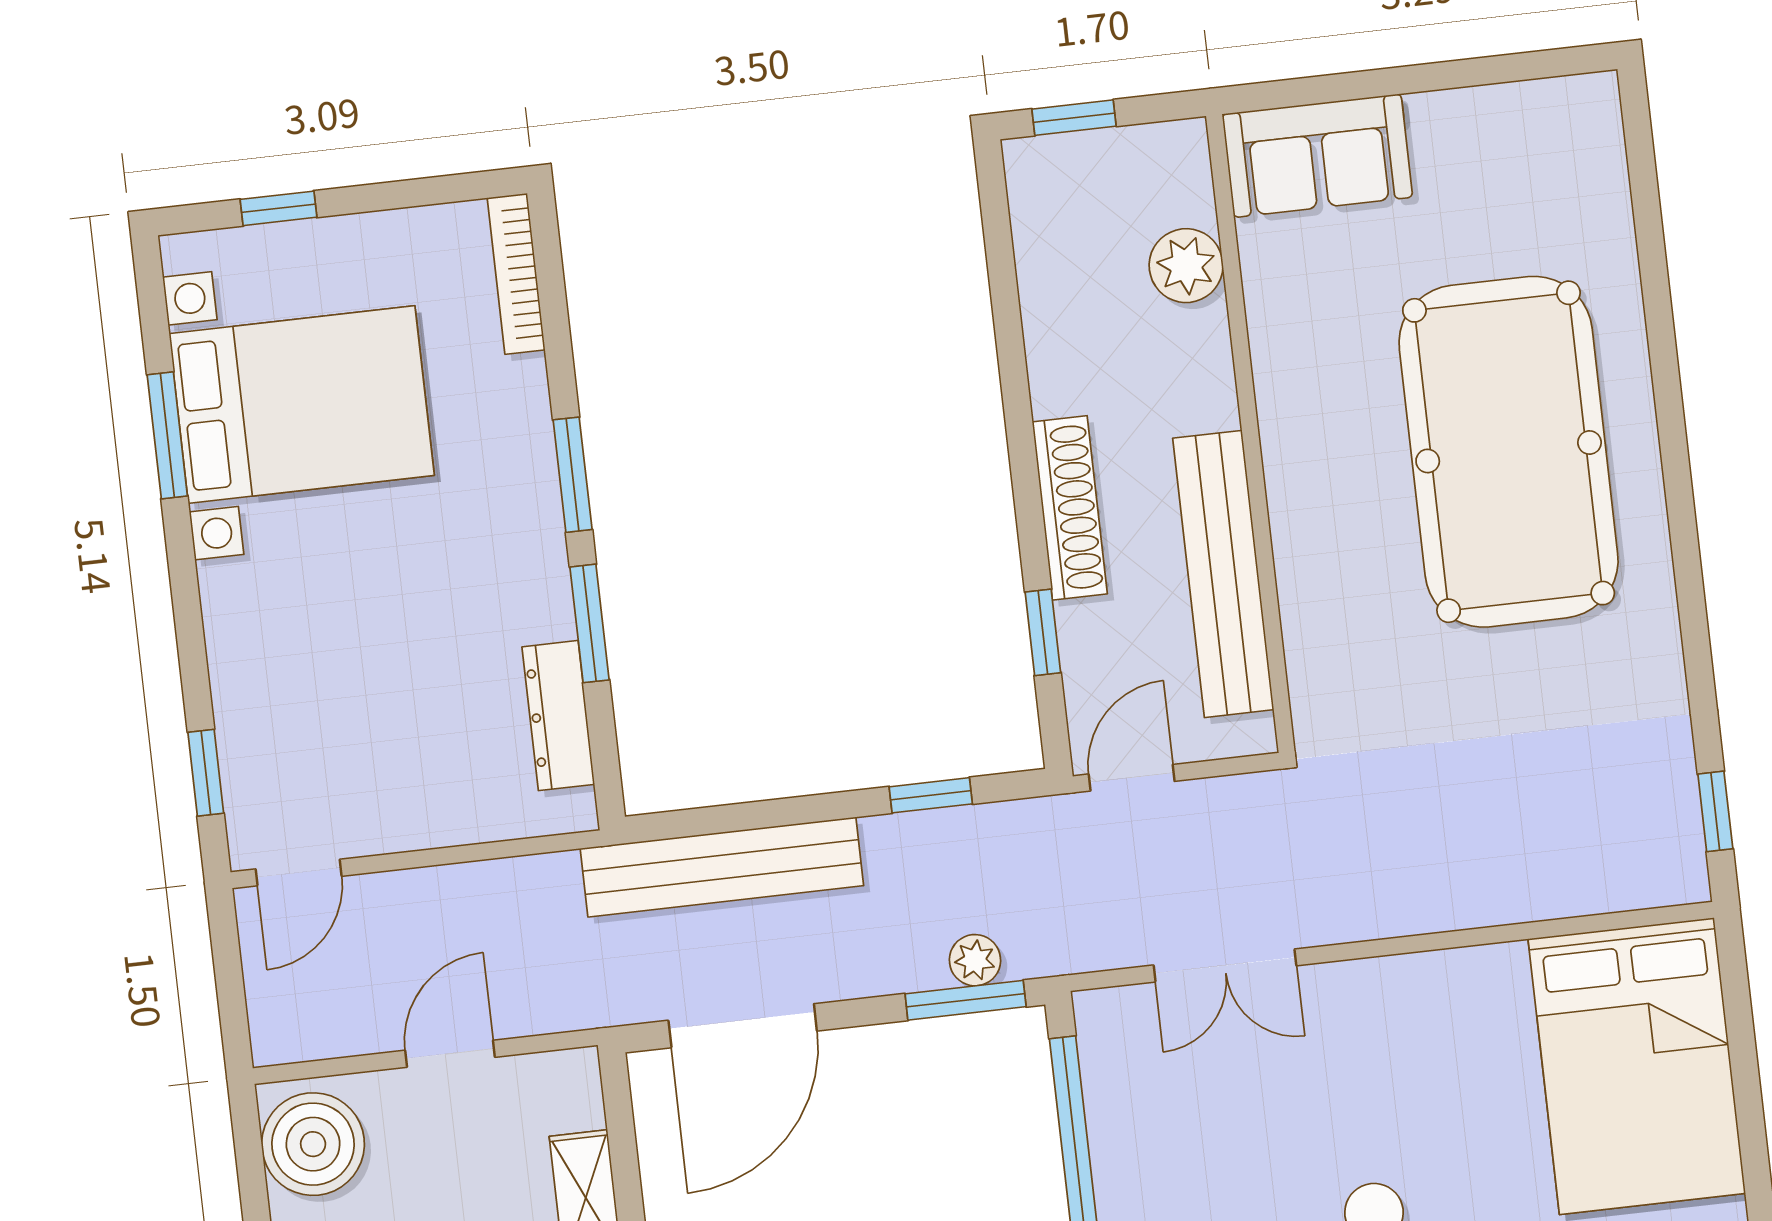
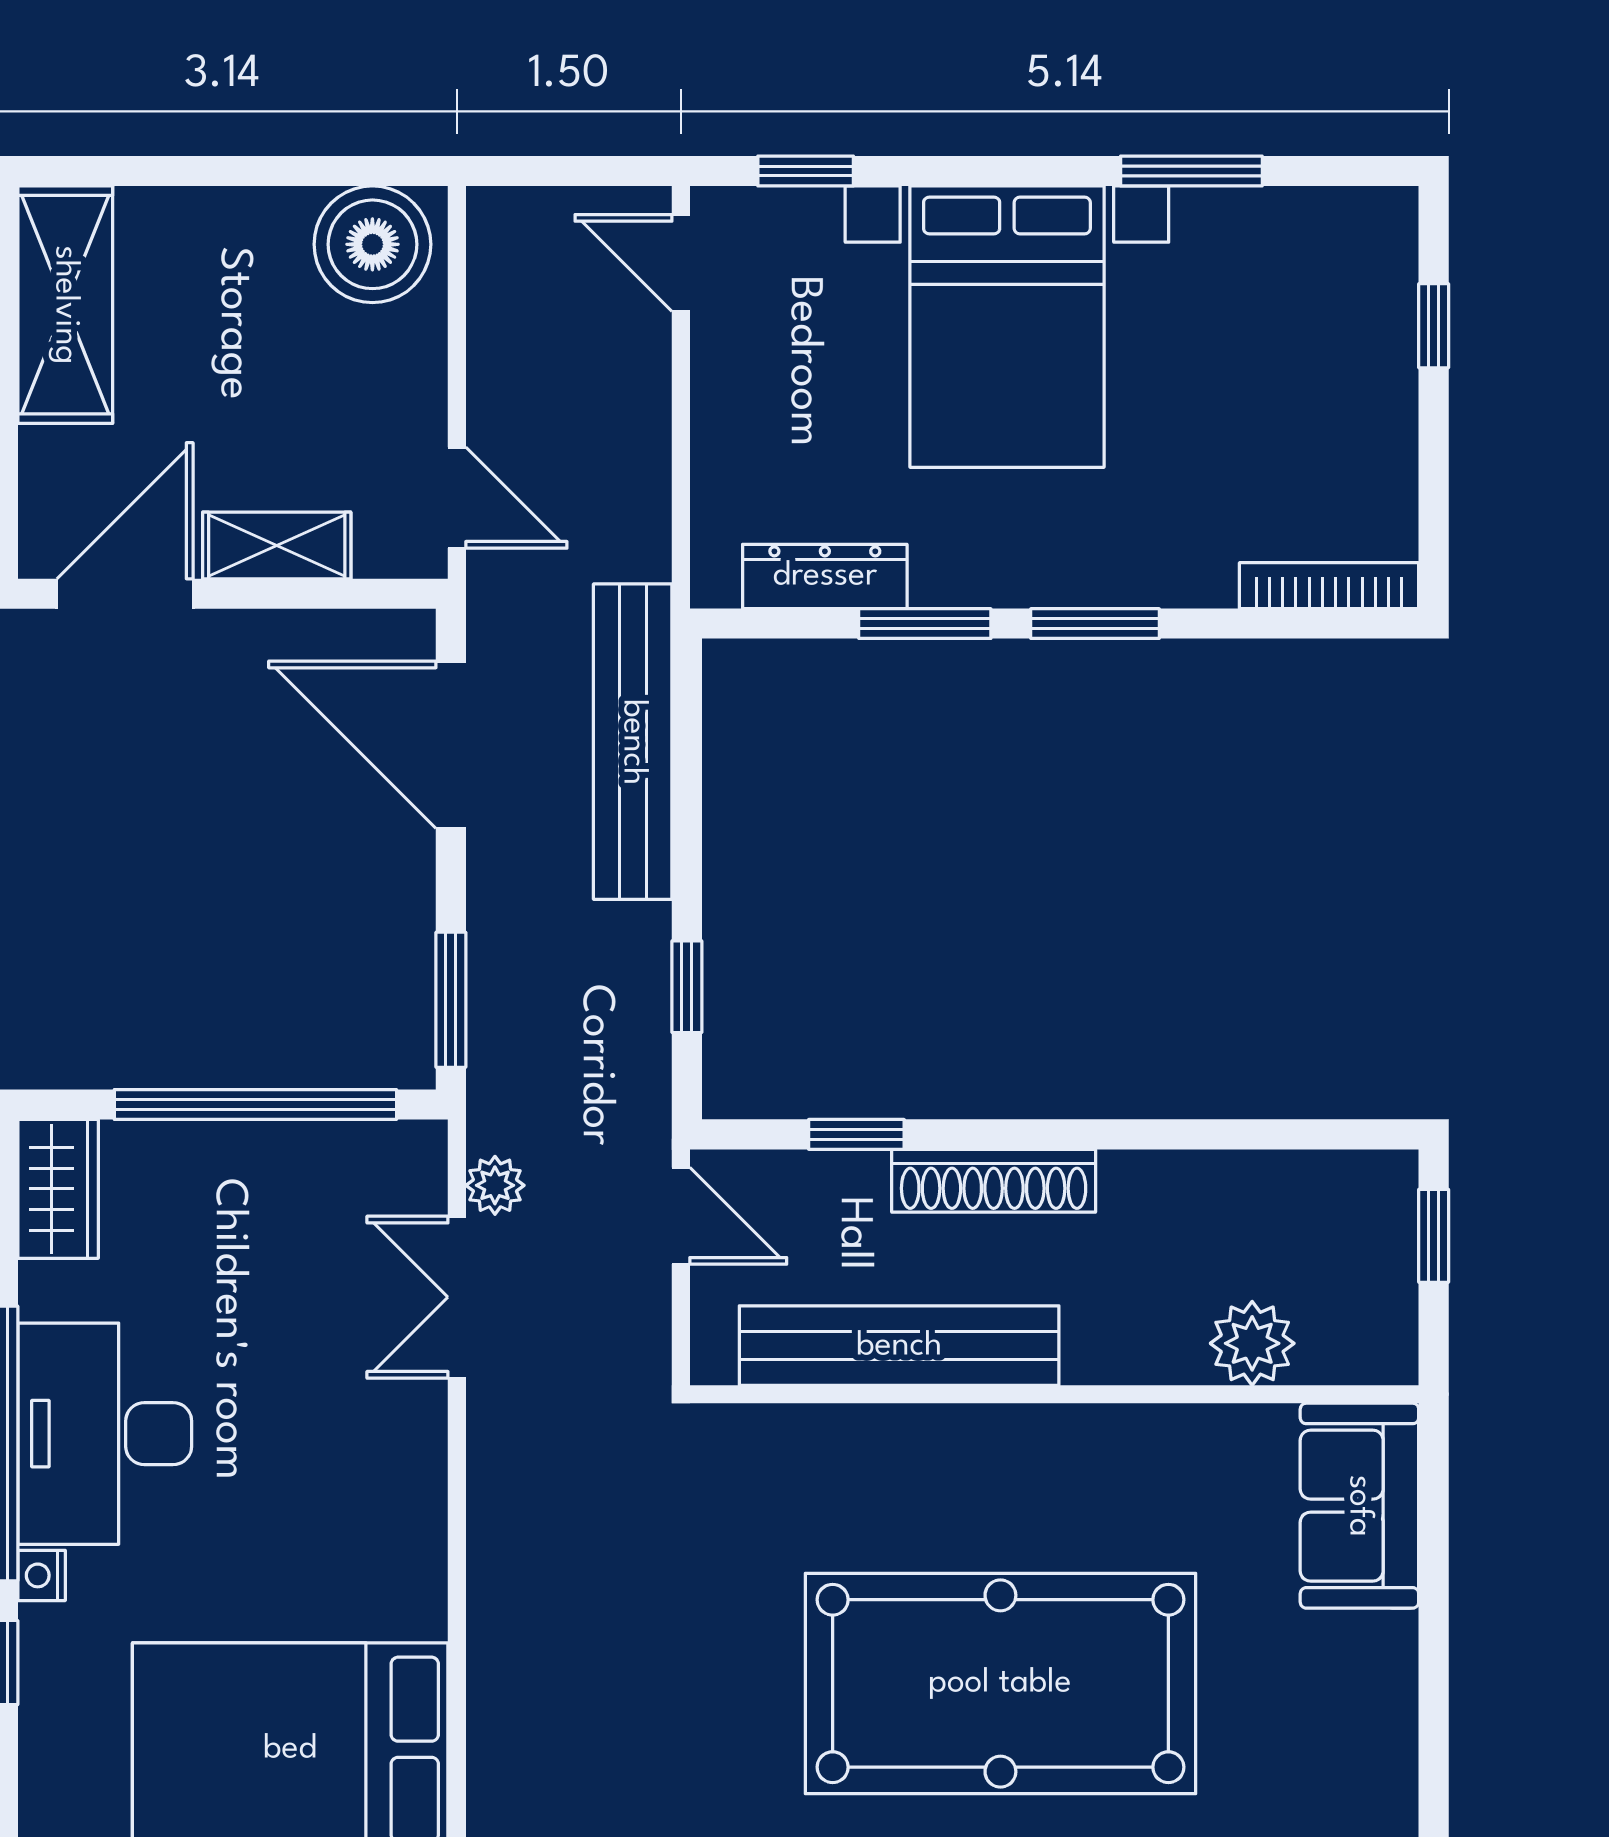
bed with nightstands: (302, 405) -> (1007, 327), moved
plant: (975, 960) -> (495, 1185), moved
door: (450, 1054) -> (457, 498), moved

